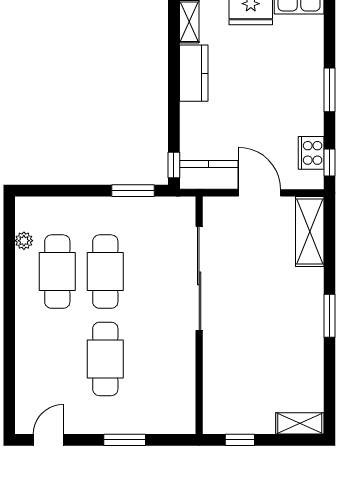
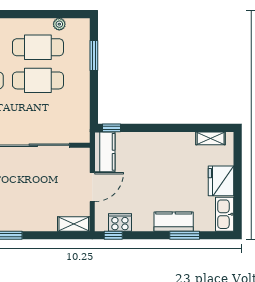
kitchen counter: (194, 73) -> (174, 222), moved, turned 180
window: (329, 90) -> (185, 235), moved
window: (133, 191) -> (94, 56), moved
shelving: (310, 231) -> (74, 224), width x0.67, depth x0.75

